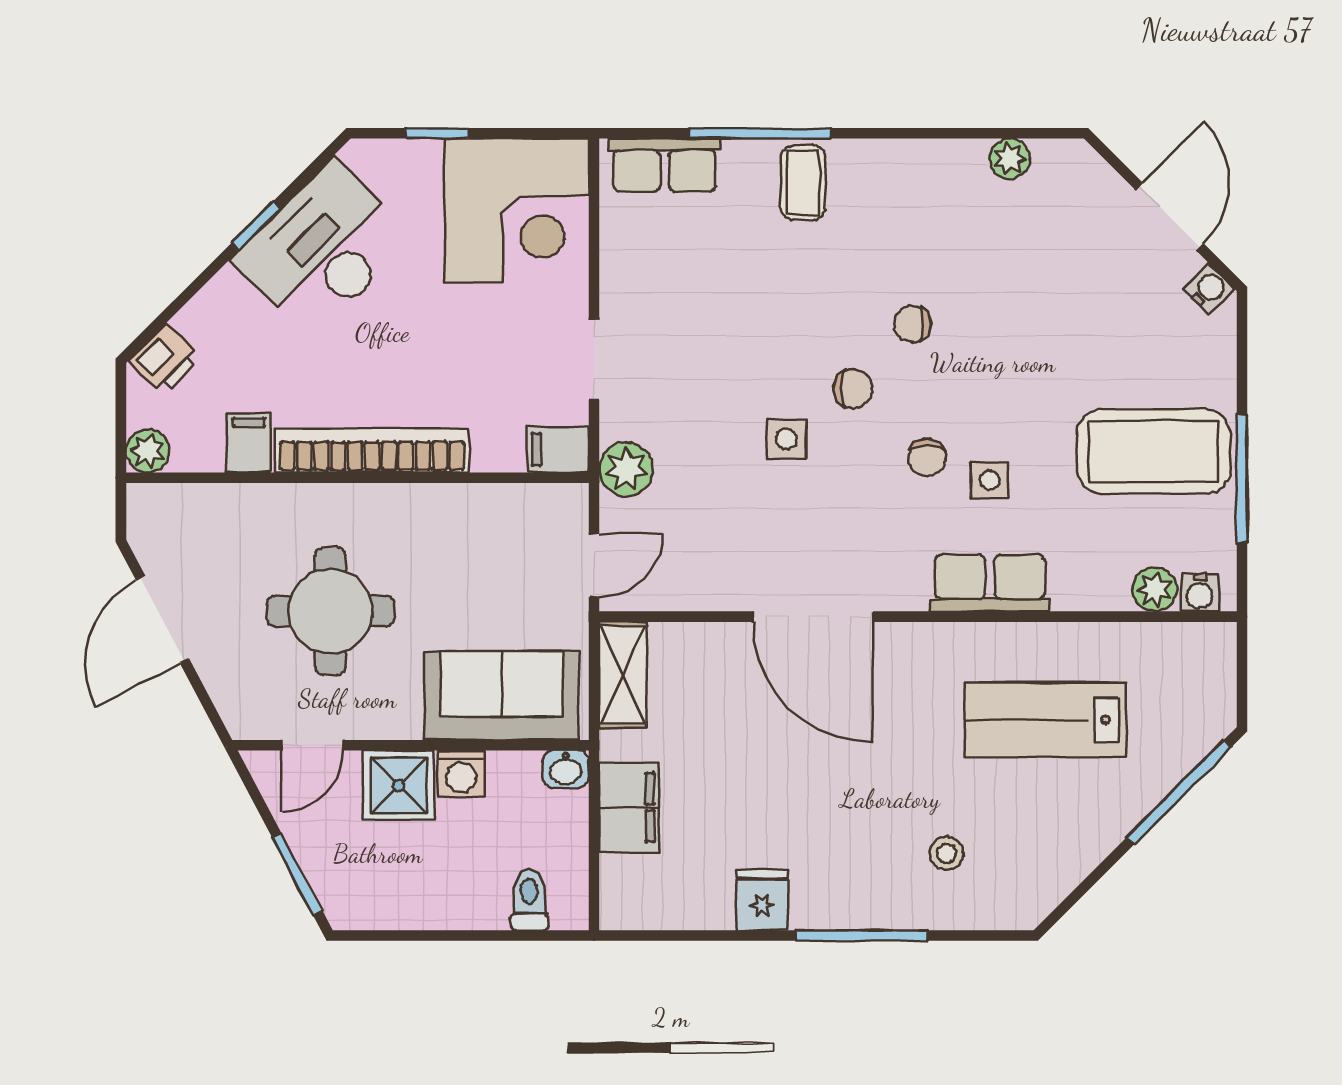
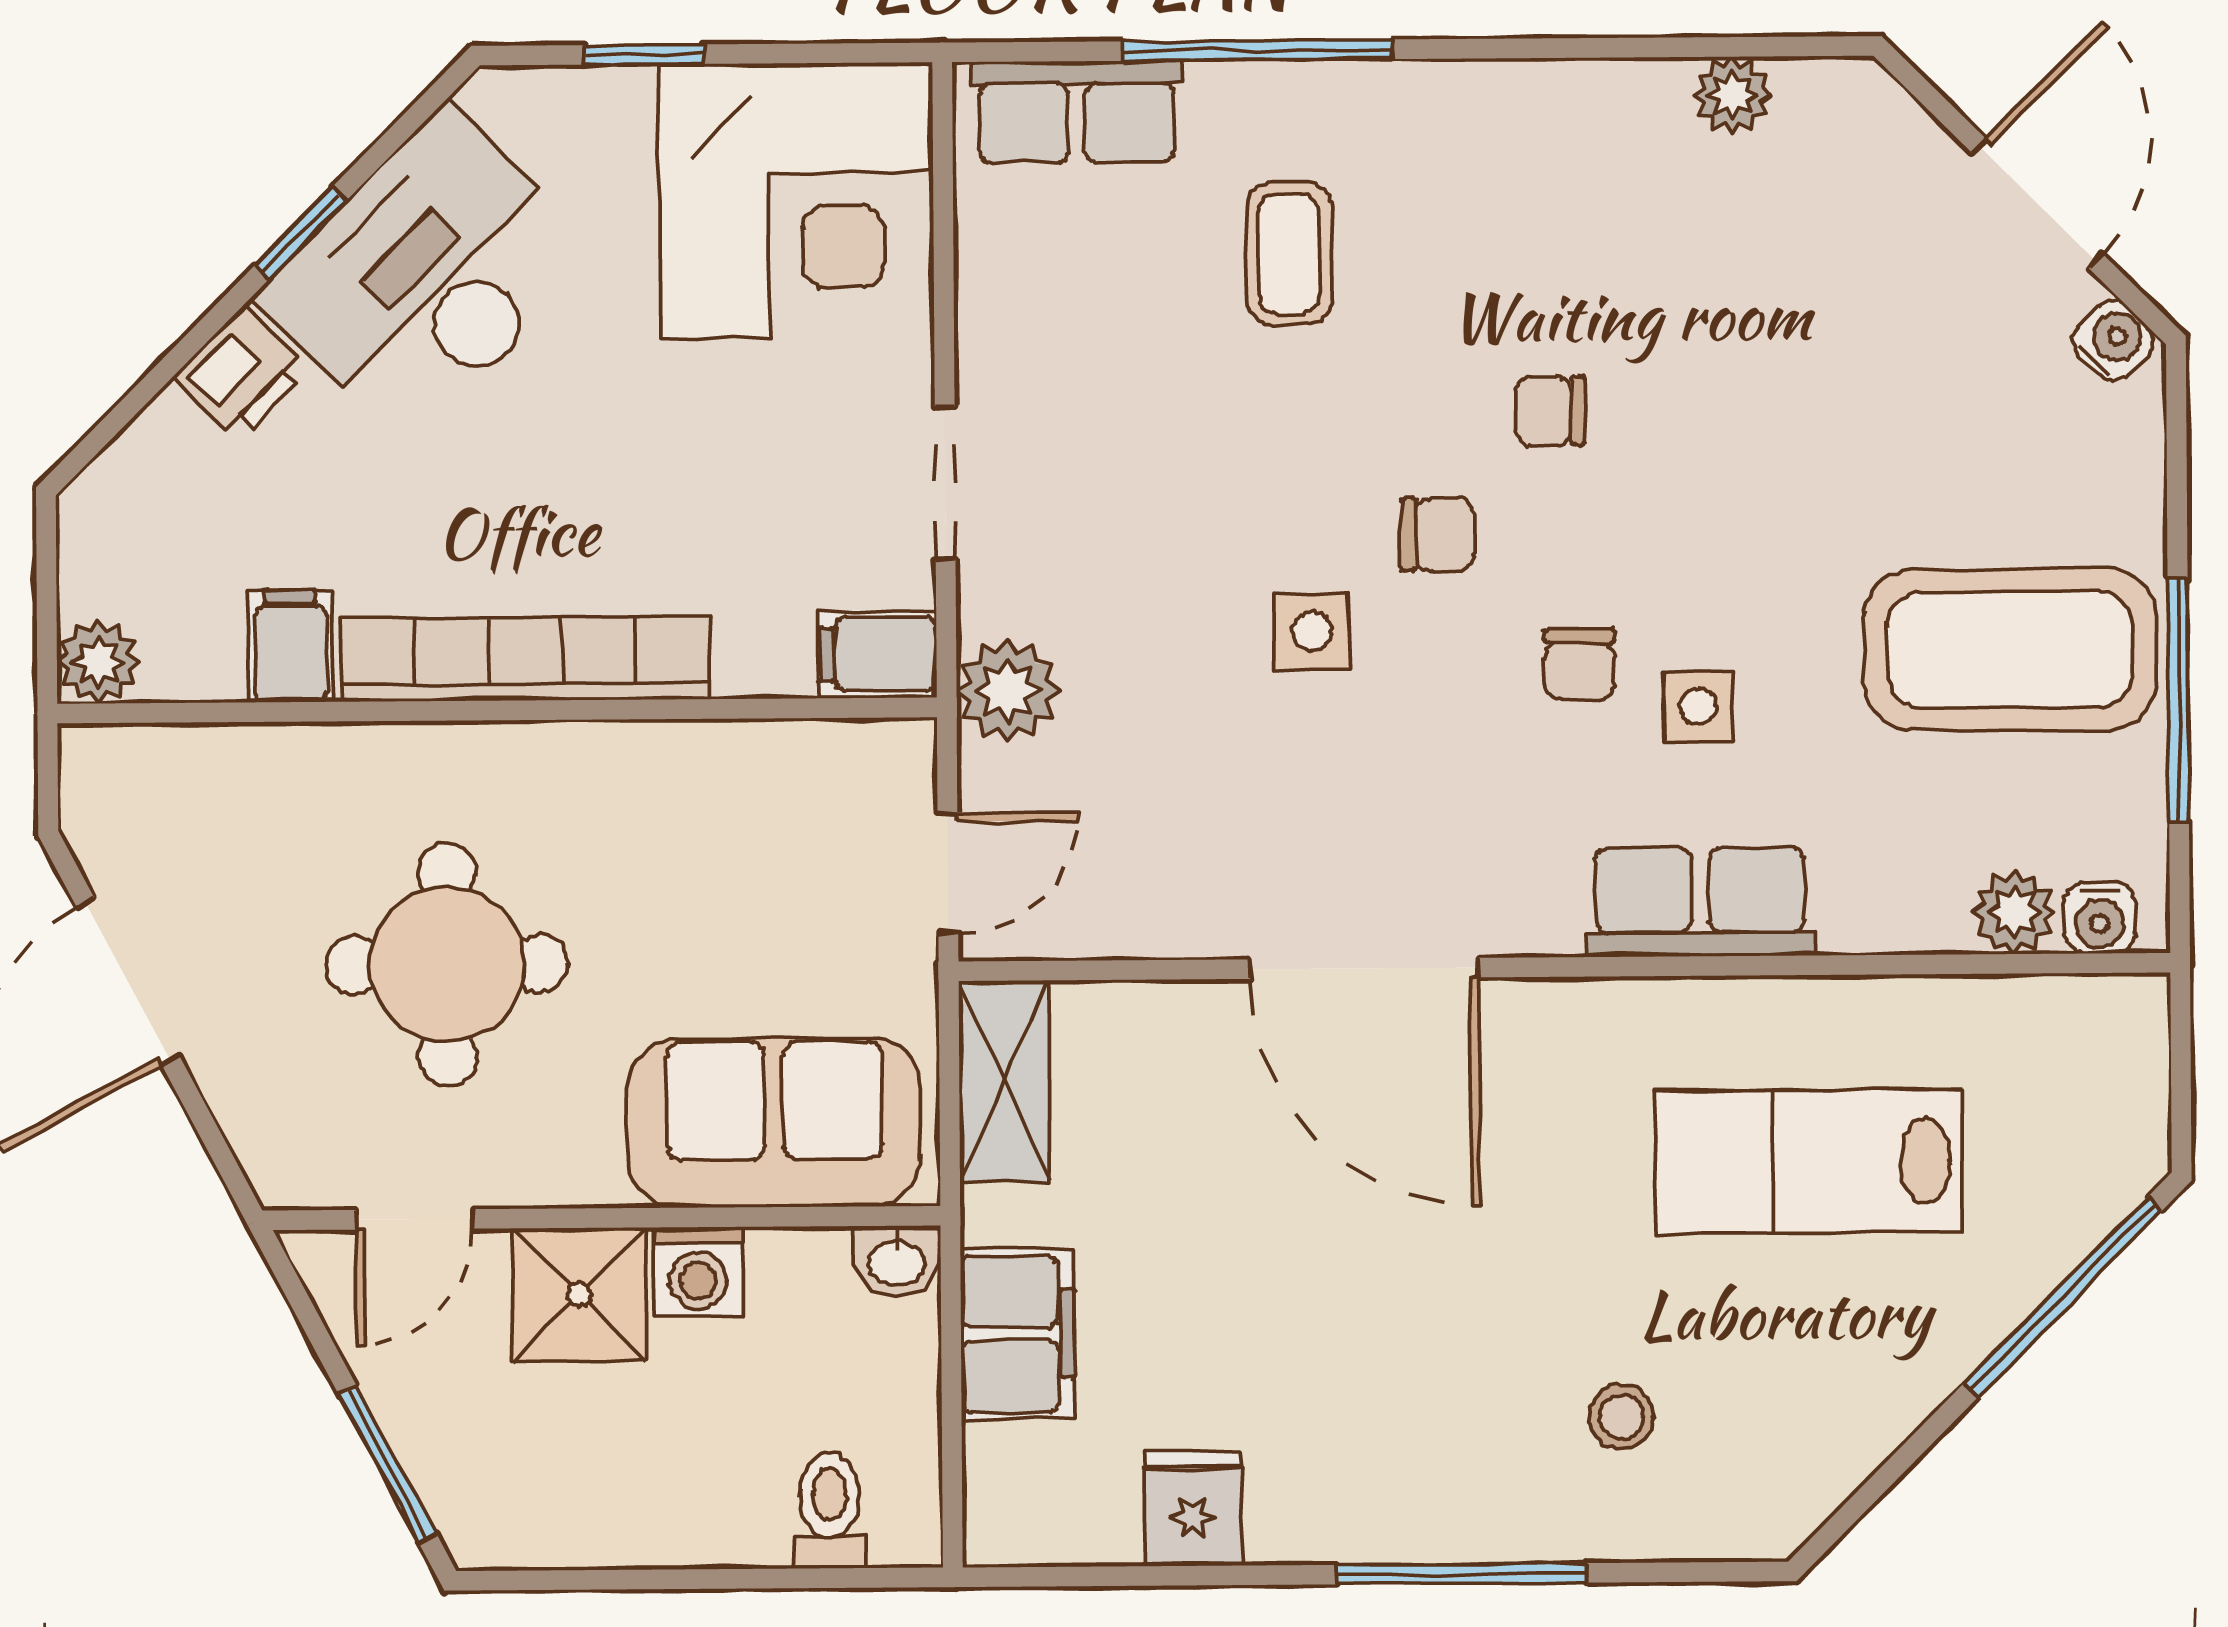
coffee table: (803, 183) -> (1289, 254), moved
printer: (165, 359) -> (242, 374), moved
fridge: (762, 900) -> (1193, 1508), moved

